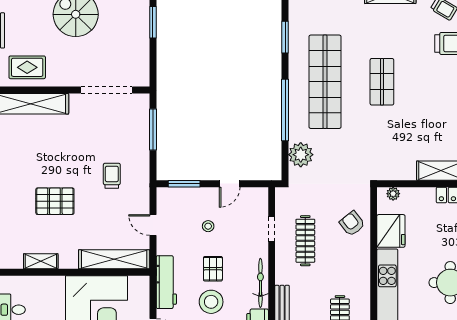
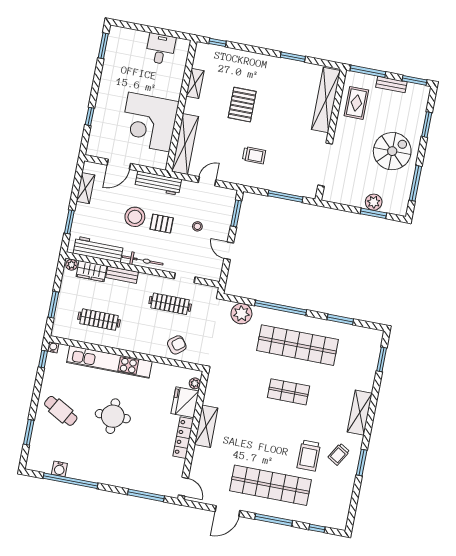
plant: (140, 25) -> (374, 202), added
fridge: (391, 231) -> (185, 402), moved, turned 90

